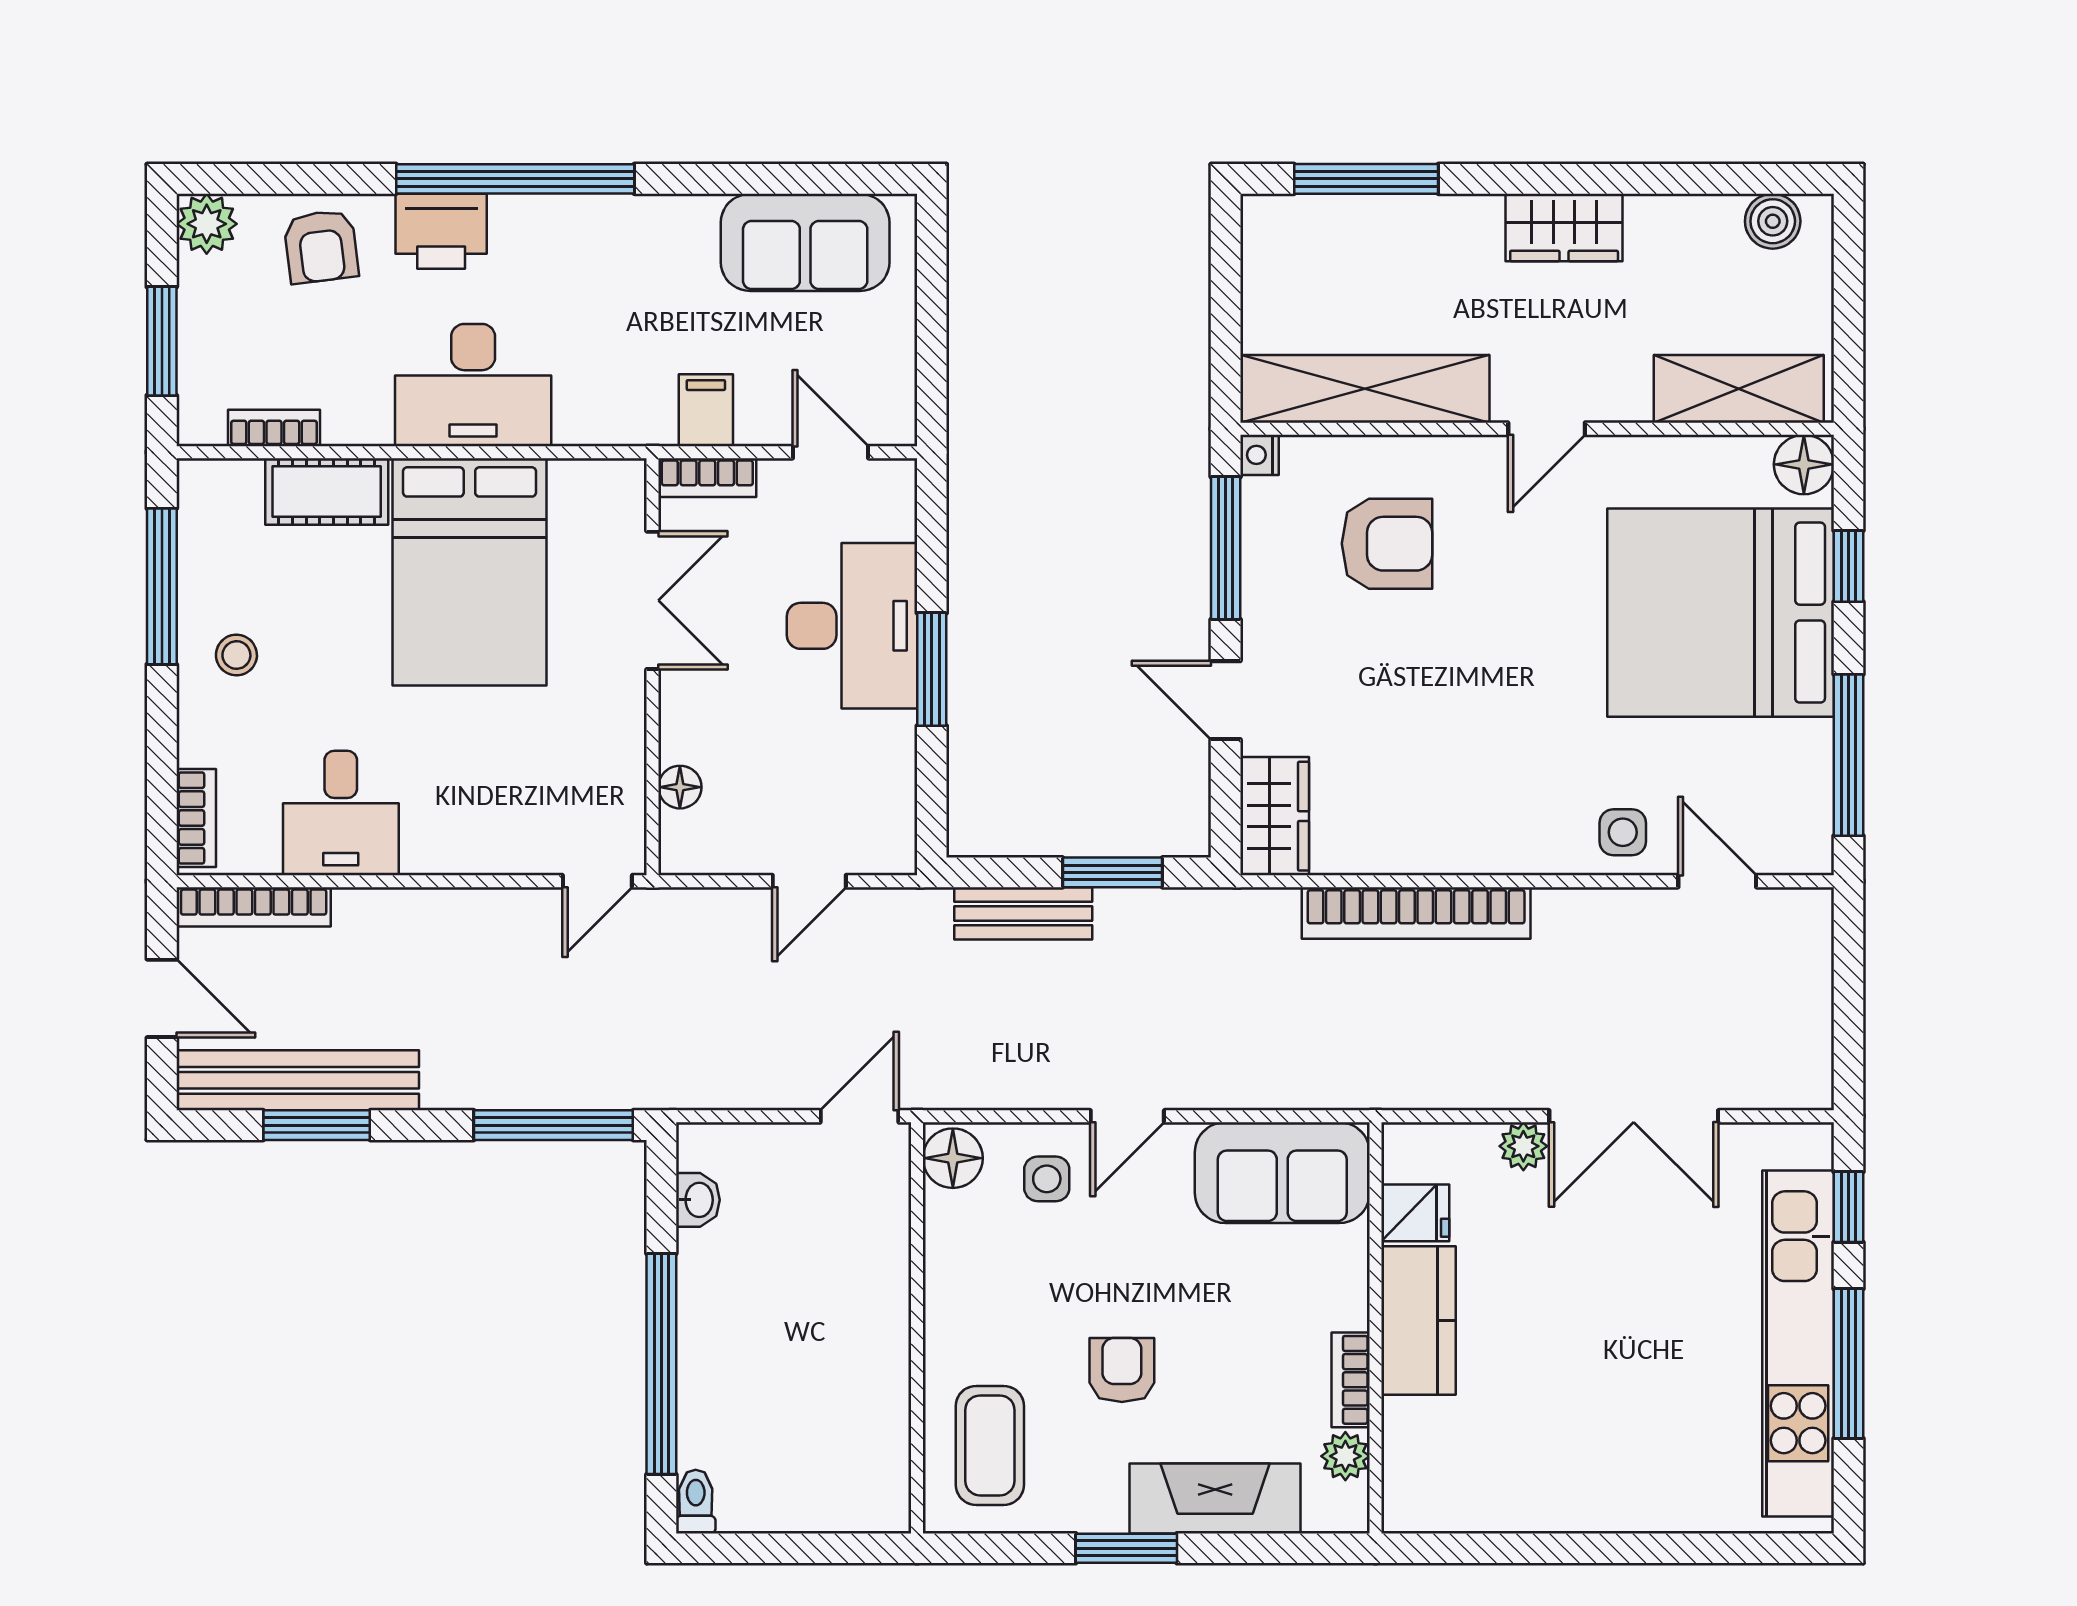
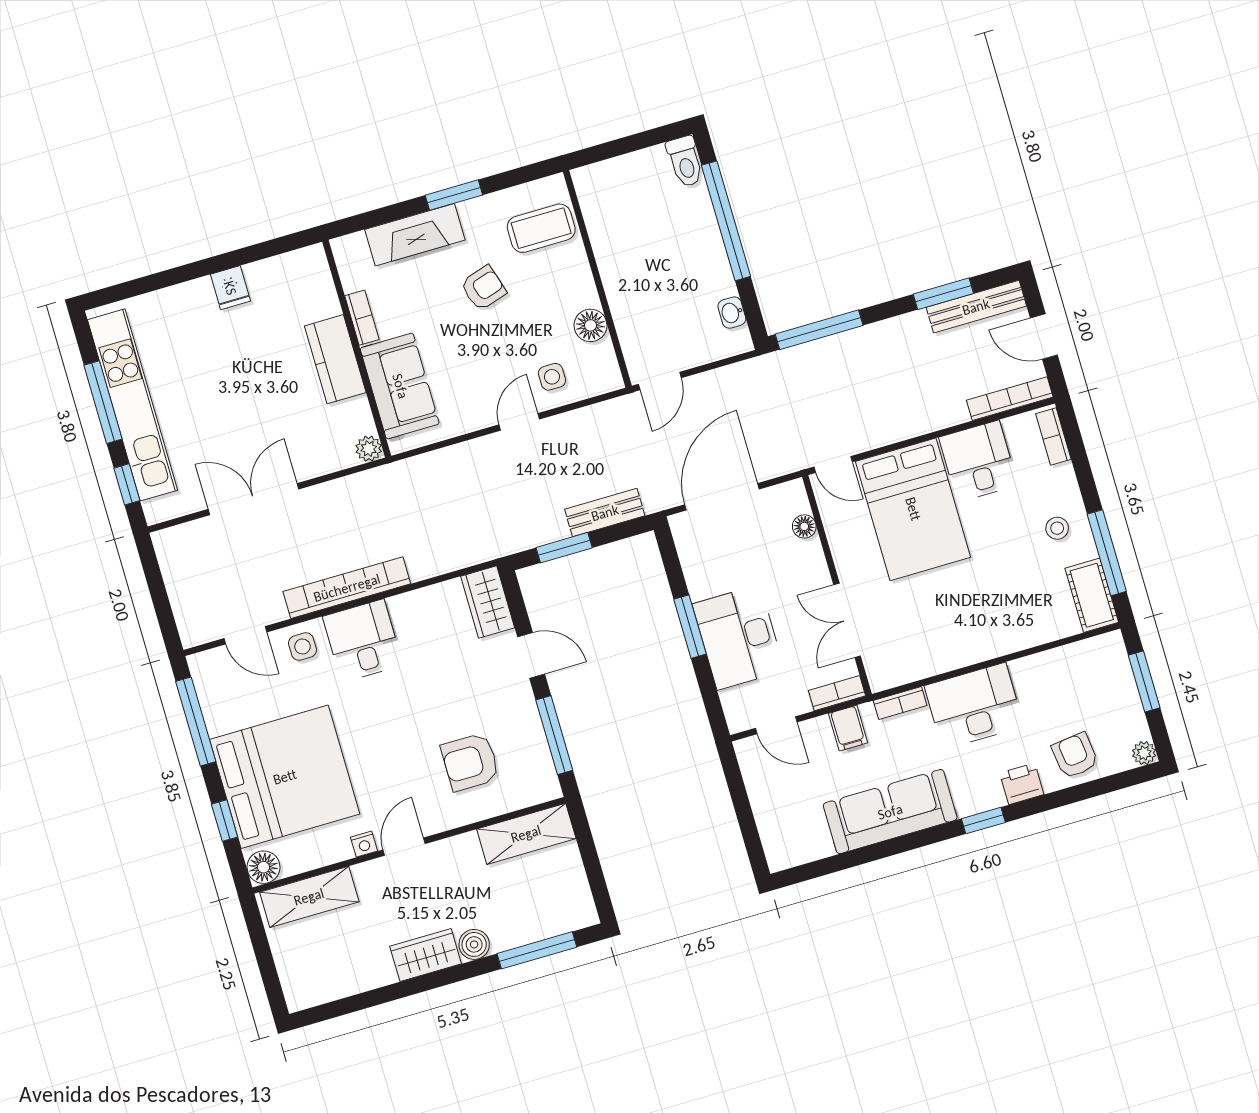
window: (515, 179) -> (983, 821), width x0.32
boiler: (1773, 221) -> (474, 944), moved
plant: (207, 224) -> (1144, 753), width x0.73, depth x0.73
printer: (441, 231) -> (1022, 784), width x0.73, depth x0.81
sofa: (805, 242) -> (890, 812), moved, width x1.36
shelving: (1365, 389) -> (526, 834), width x0.68
bookcase: (274, 428) -> (900, 703), moved
nightstand: (1259, 455) -> (364, 844), moved, turned 90
cot: (327, 491) -> (1092, 595), moved, turned 90
bed: (469, 572) -> (913, 509), moved, turned 180
desk: (1514, 812) -> (363, 641), added
door: (597, 881) -> (833, 464), swing flipped
door: (809, 881) -> (722, 497), width x1.88
bookcase: (1416, 913) -> (347, 588), moved
bench: (298, 1080) -> (976, 307), width x0.73, depth x0.82
plant: (1523, 1146) -> (369, 449), moved
floor lamp: (953, 1158) -> (591, 325), moved
sofa: (1282, 1173) -> (400, 386), moved, turned 90
fridge: (1415, 1213) -> (230, 288), moved, turned -90
armchair: (1122, 1370) -> (483, 288), turned -107
coffee table: (990, 1445) -> (541, 228), turned 90
plant: (1345, 1456) -> (353, 277), removed
toilet: (696, 1502) -> (685, 161), width x1.37, depth x1.39

